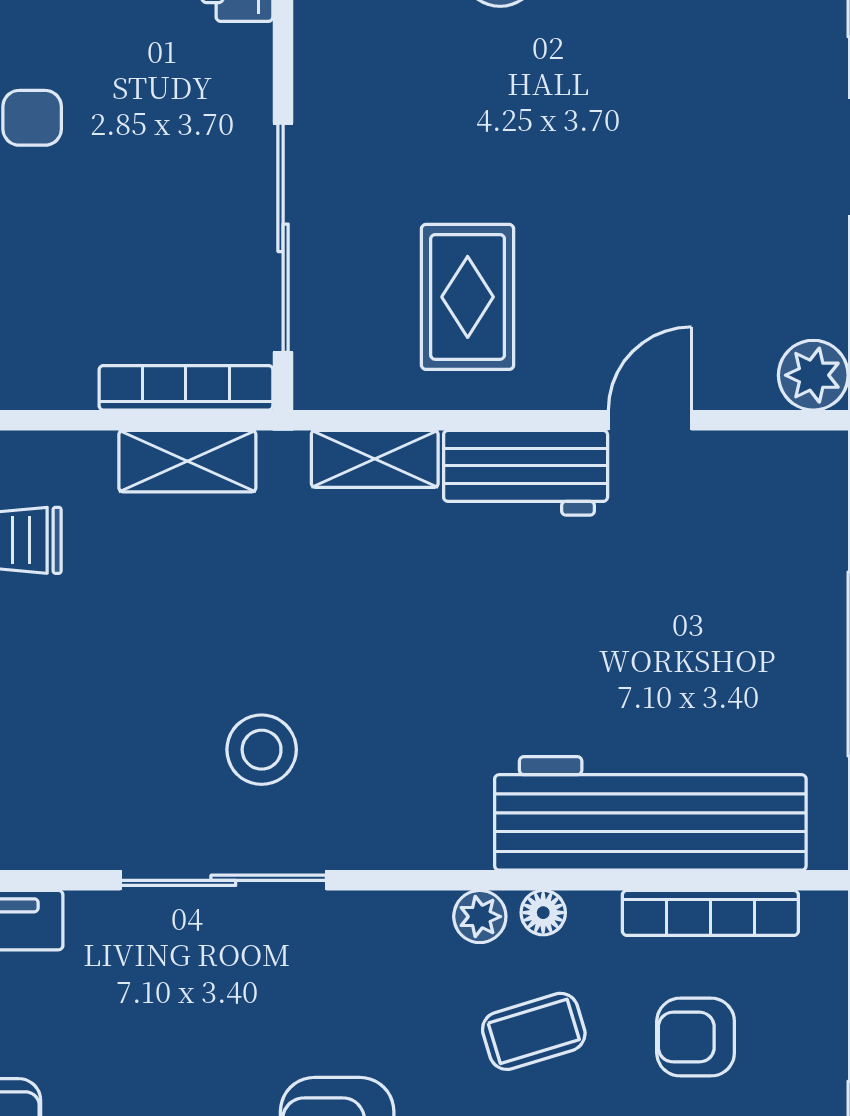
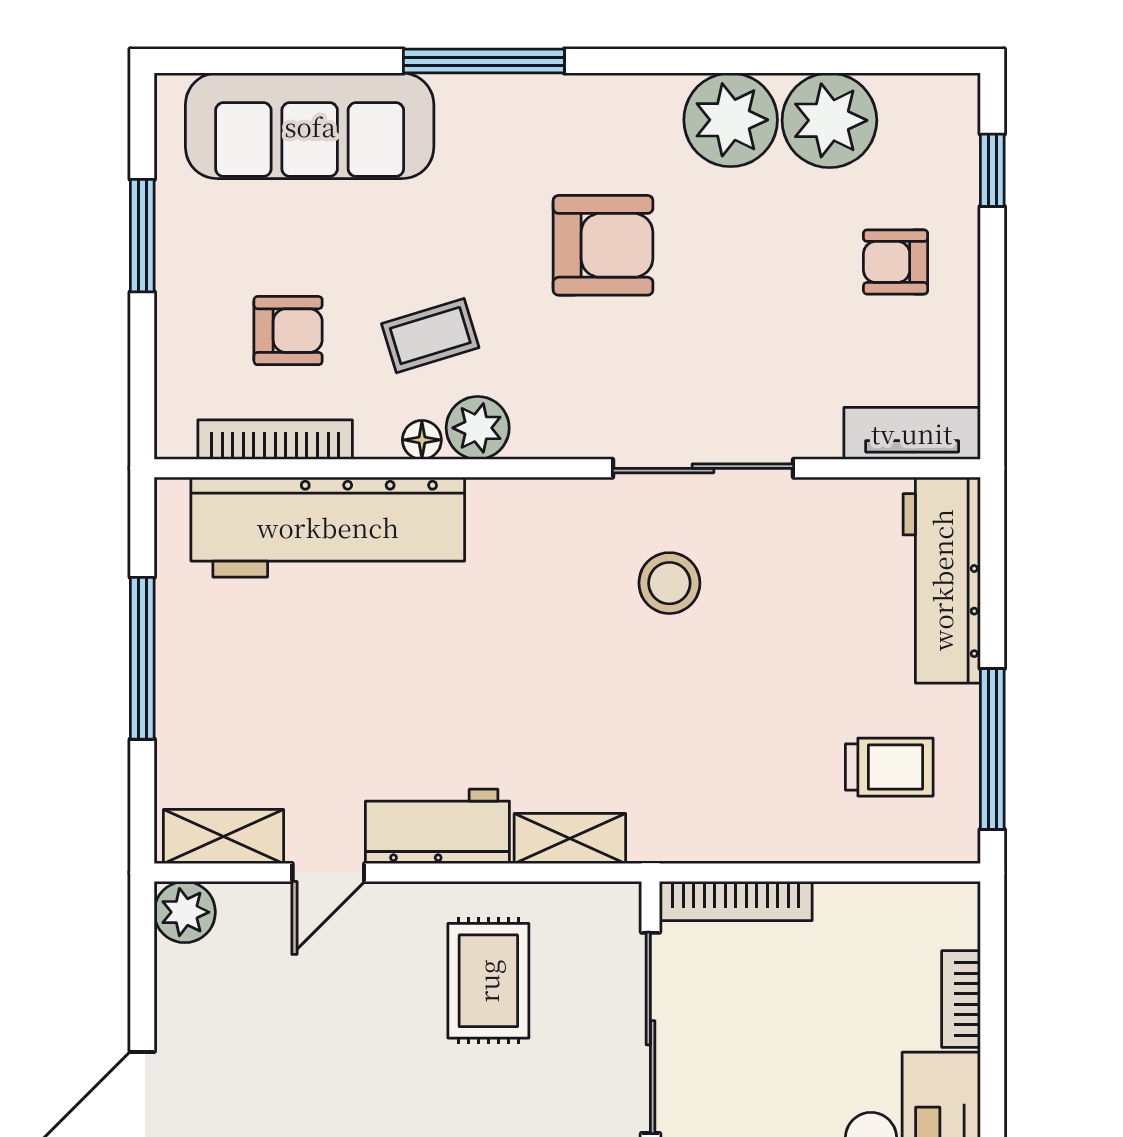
shelving: (187, 461) -> (224, 837), moved
plant: (480, 917) -> (478, 428), width x1.38, depth x1.38

